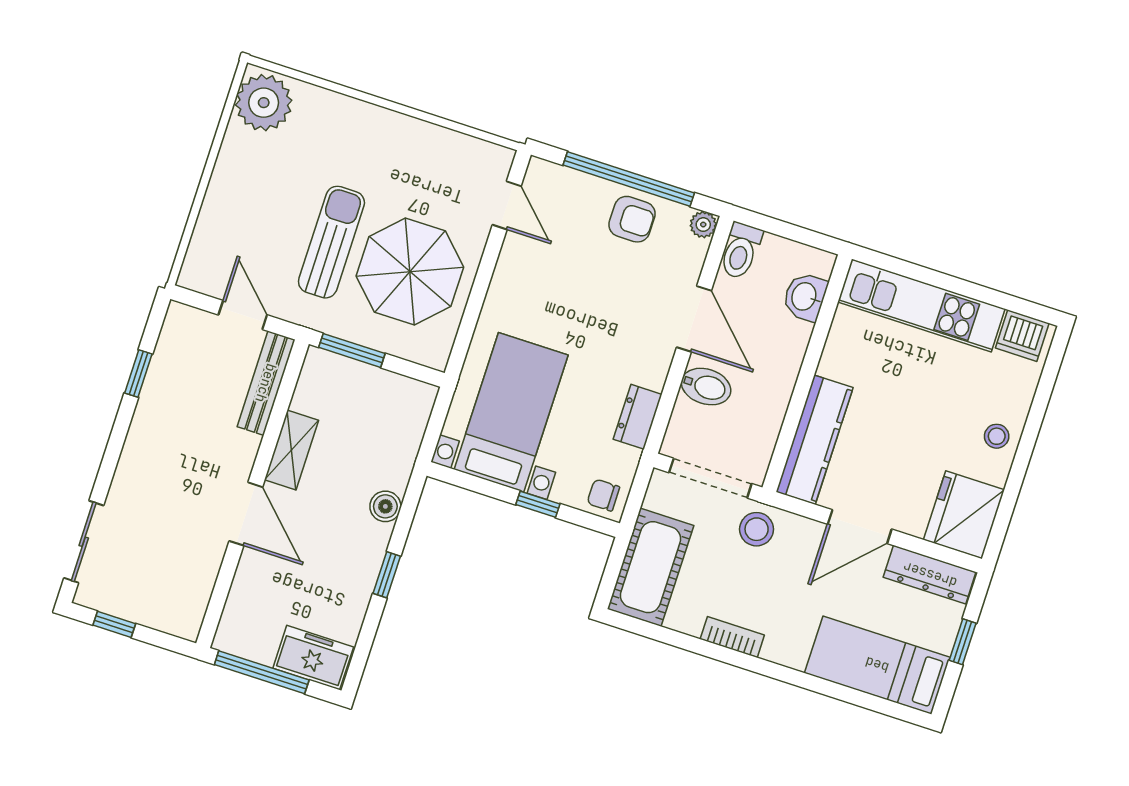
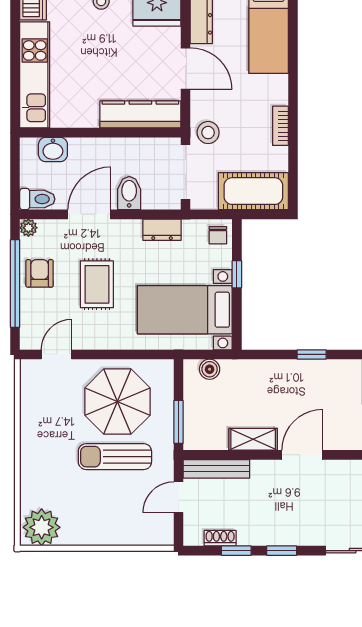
rug: (589, 297) -> (97, 284), added
shoe rack: (164, 356) -> (220, 538), added
window: (117, 439) -> (282, 551), added
boiler: (385, 506) -> (210, 369), moved

